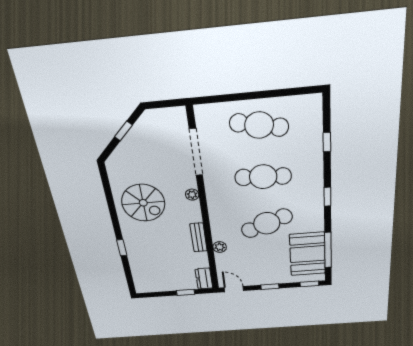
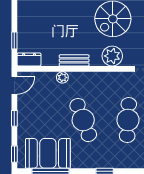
plant: (192, 195) -> (112, 56), width x1.88, depth x1.88

